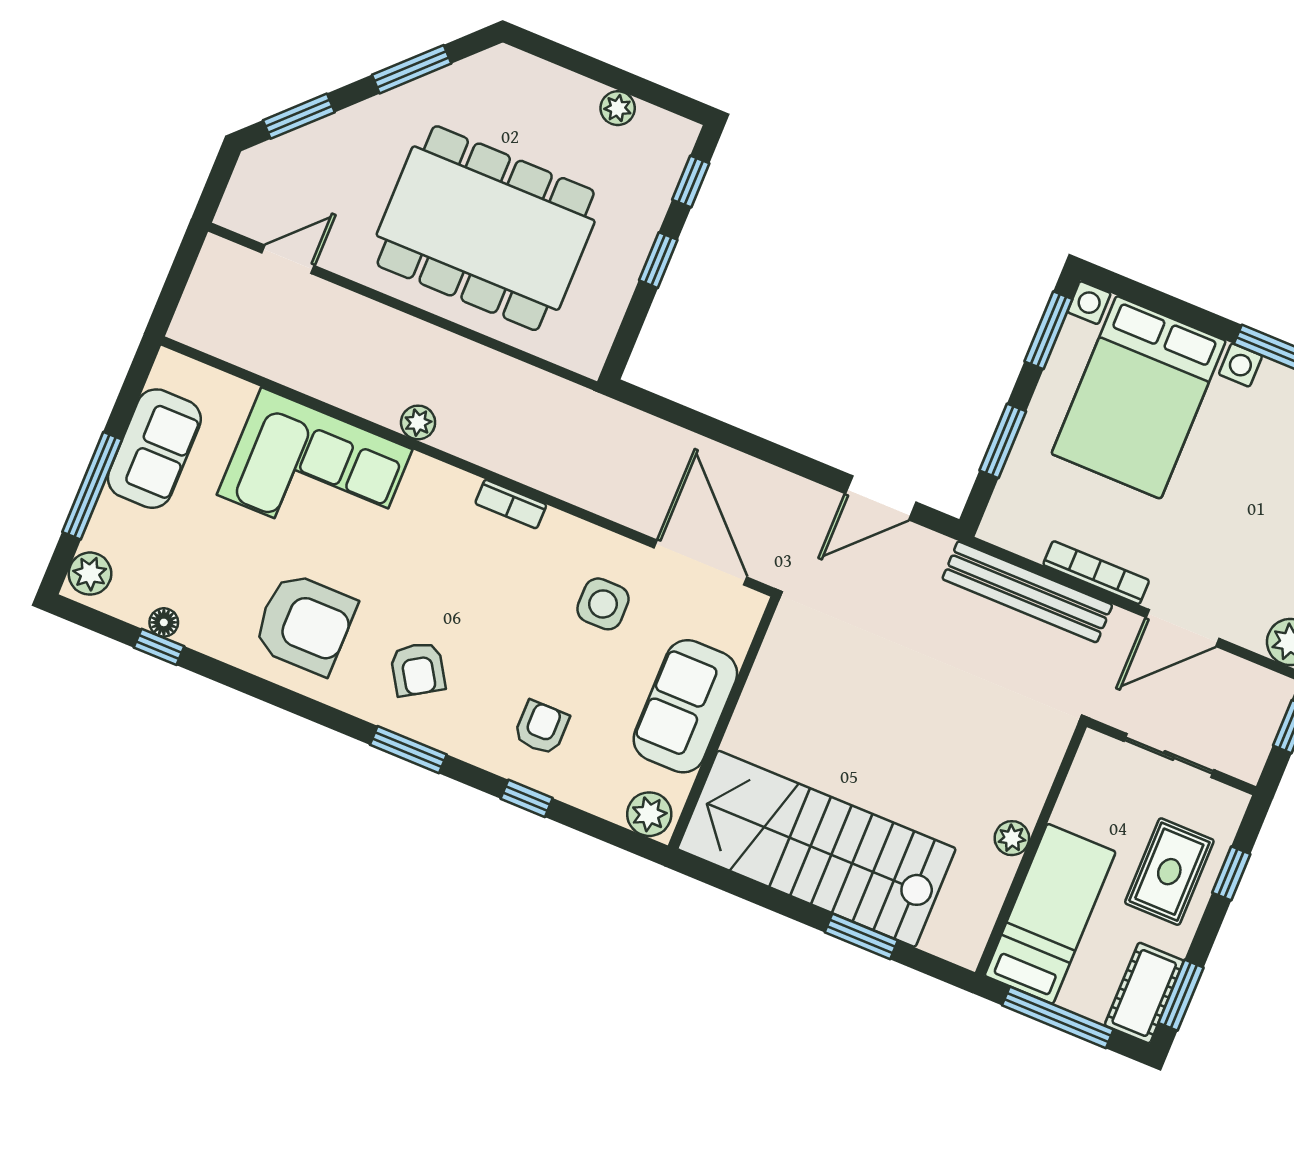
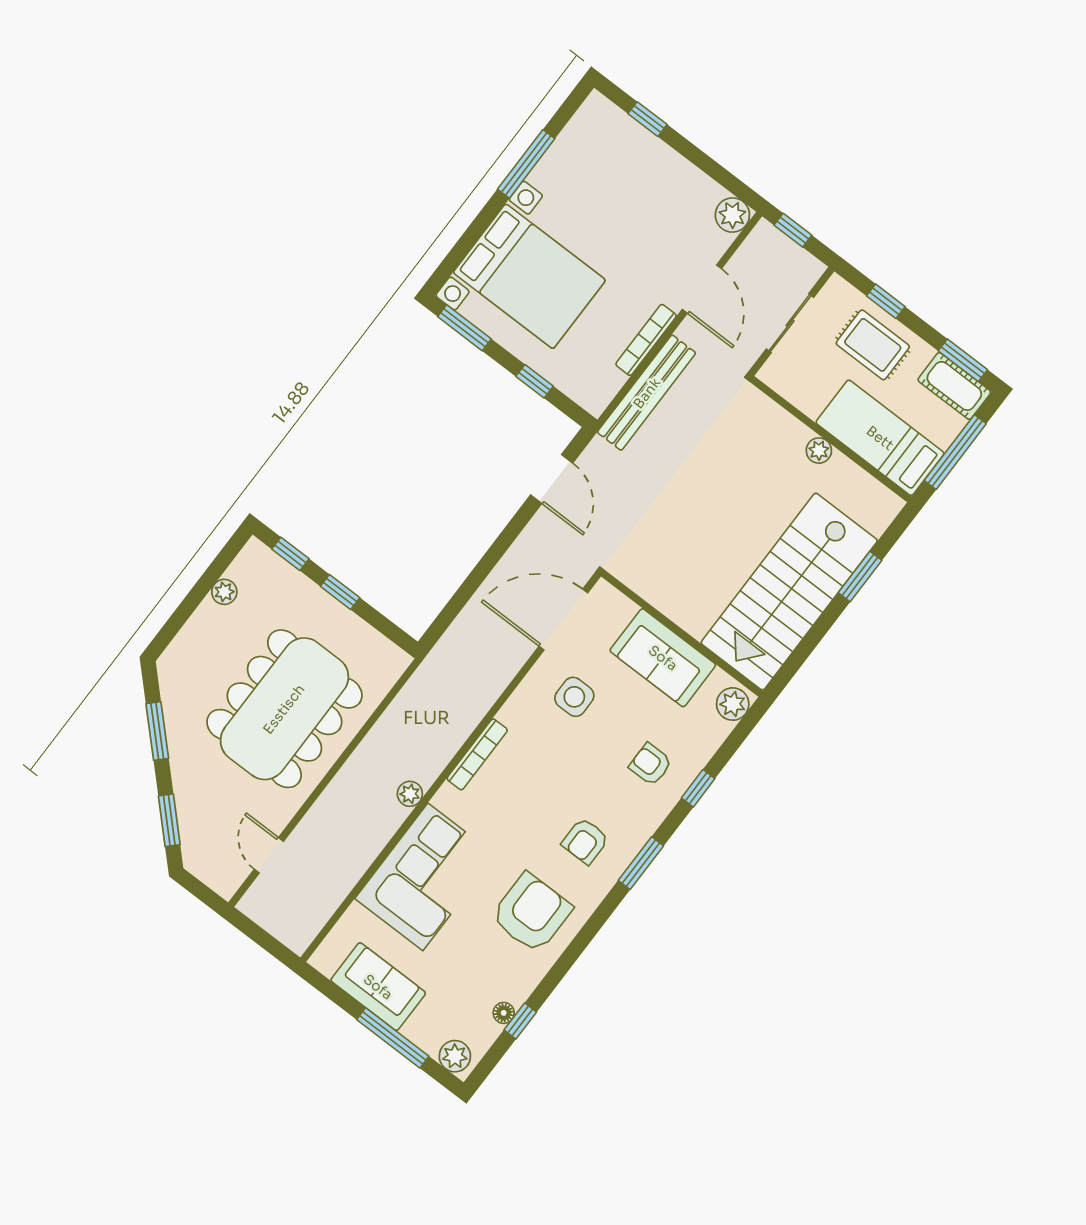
window: (1003, 441) -> (534, 381), width x0.67
bookcase: (511, 504) -> (477, 754), width x1.56
armchair: (418, 669) -> (585, 841), turned 122

